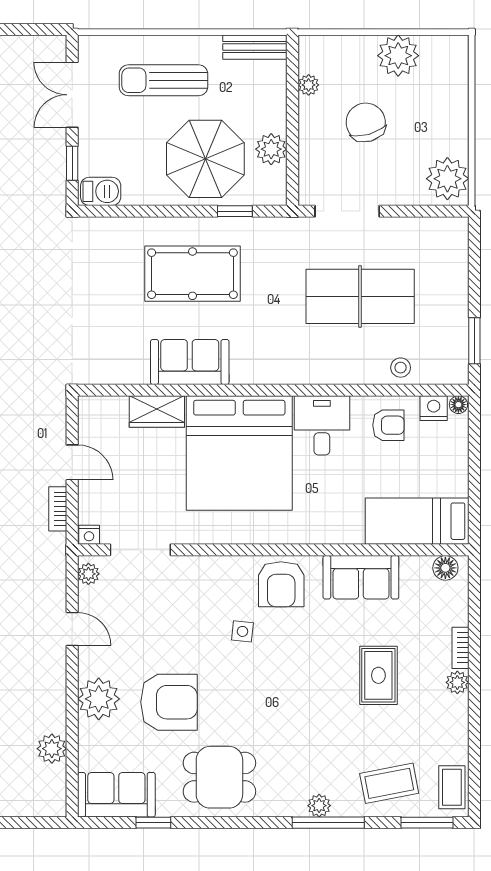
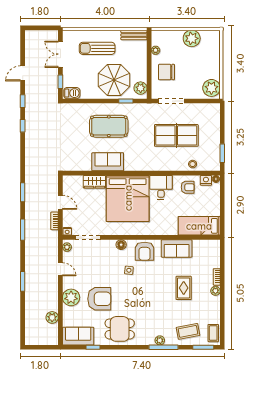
chair: (366, 122) -> (167, 72), moved, turned -74
plant: (271, 149) -> (141, 88), moved
floor lamp: (445, 568) -> (121, 245), moved

